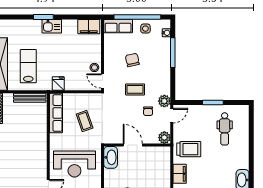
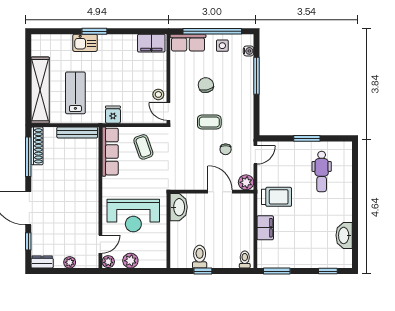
kitchen sink: (52, 26) -> (85, 43), moved
plant: (164, 101) -> (246, 137), removed
coffee table: (85, 121) -> (143, 147), moved
door: (133, 145) -> (220, 192), moved

